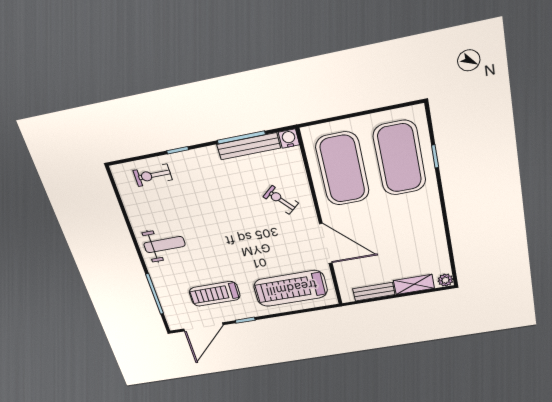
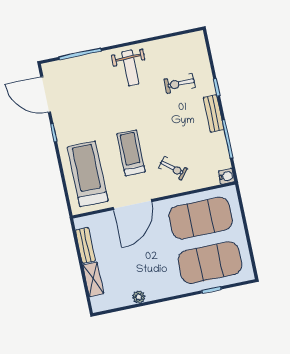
bench: (249, 146) -> (214, 113), moved, width x0.73
exercise bike: (153, 175) -> (180, 83), moved, turned -90
exercise bike: (281, 200) -> (173, 168), turned 81
plant: (445, 280) -> (139, 297), moved
treadmill: (215, 294) -> (131, 153), moved

